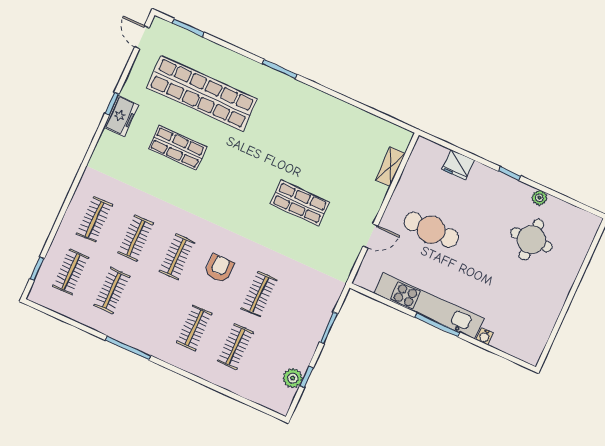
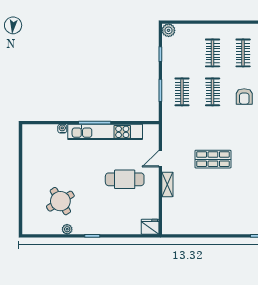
fridge: (458, 165) -> (150, 227), moved
shelving: (390, 167) -> (167, 184), moved
round table: (531, 240) -> (60, 201), turned -32
clothes rail: (300, 313) -> (182, 92), added
plant: (293, 378) -> (169, 30), moved

